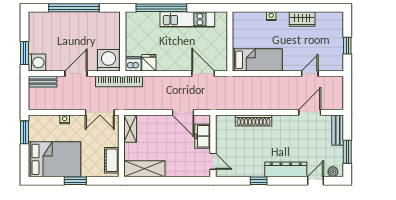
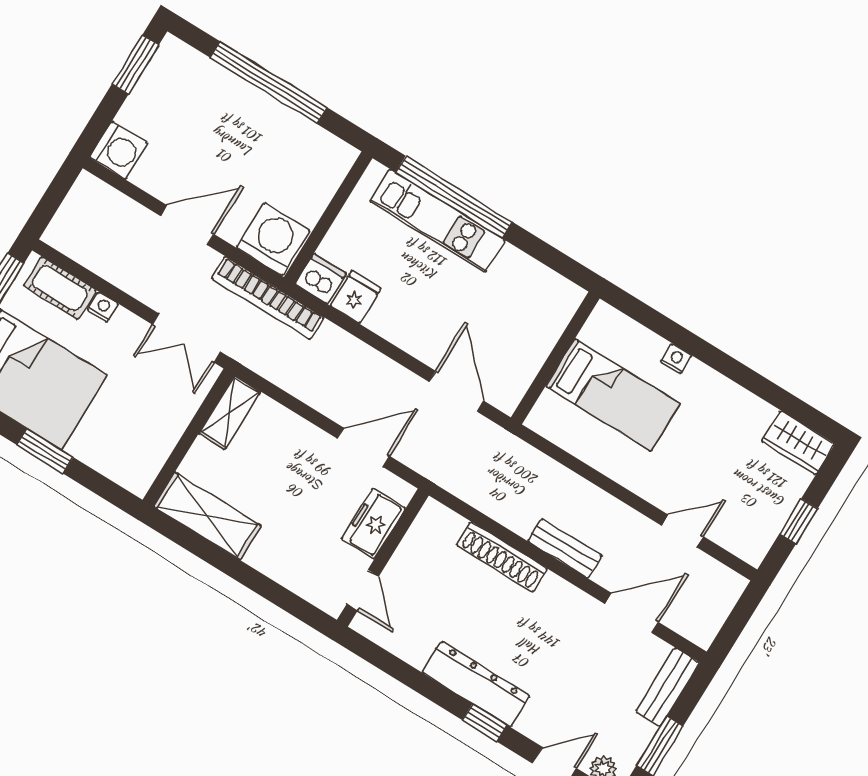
kitchen unit: (187, 19) -> (437, 221), moved
wardrobe: (302, 19) -> (798, 443), moved
window: (25, 53) -> (135, 65), moved
bed: (257, 60) -> (613, 395), moved
bench: (43, 82) -> (565, 548), moved
door: (183, 112) -> (363, 447), swing flipped
cot: (112, 160) -> (60, 288), moved, turned 90
dresser: (286, 169) -> (476, 684), moved
window: (259, 181) -> (485, 723), moved

